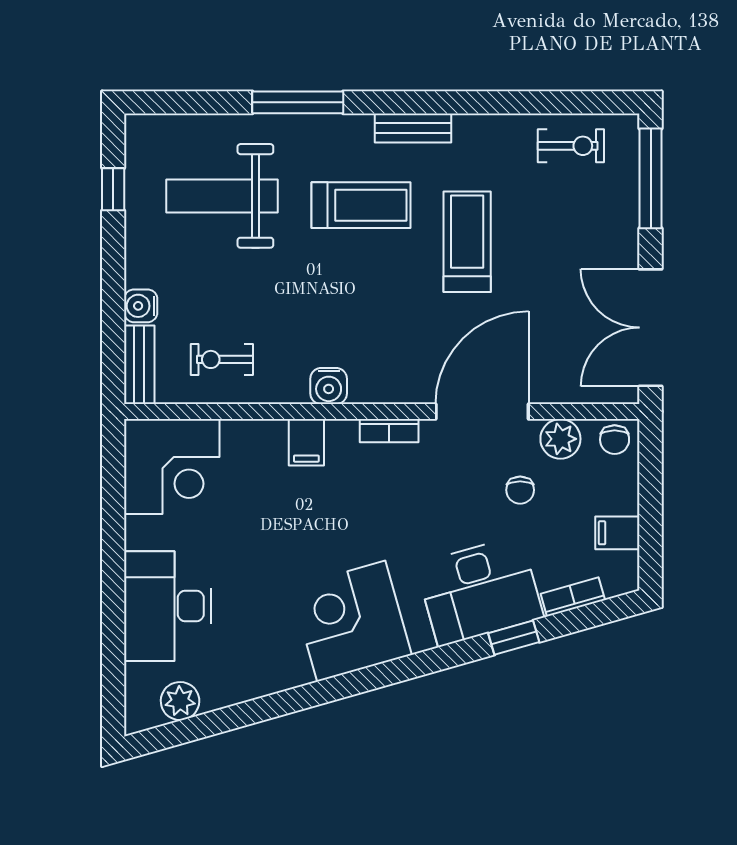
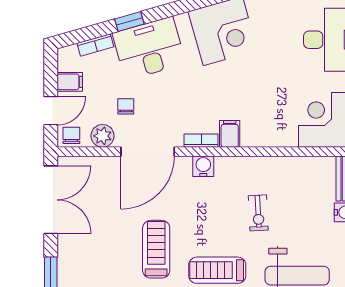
treadmill: (467, 242) -> (156, 249), turned 180
exercise bike: (222, 359) -> (258, 213), moved, turned 87
water cooler: (329, 386) -> (203, 166), moved
filing cabinet: (306, 442) -> (230, 134), moved
door: (651, 483) -> (51, 111), added

